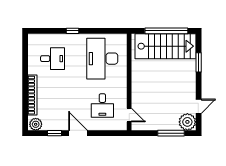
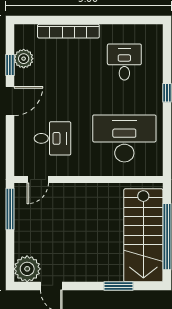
desk: (53, 59) -> (124, 62), turned 180
desk: (102, 105) -> (52, 138), turned 180
plant: (36, 124) -> (24, 59), moved
window: (171, 133) -> (10, 209), moved

